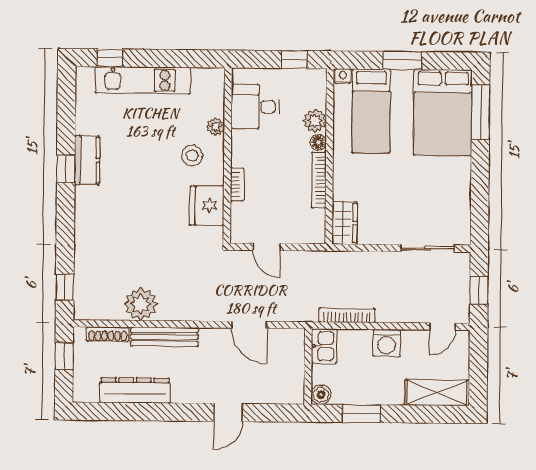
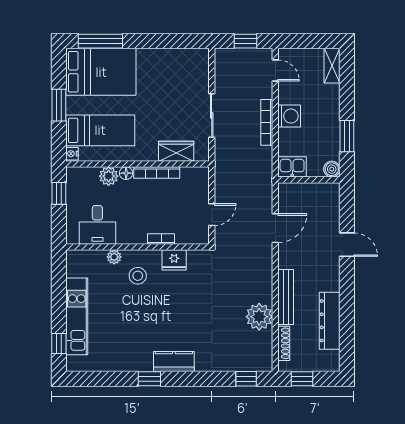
kitchen counter: (87, 160) -> (174, 362), moved
fridge: (207, 206) -> (174, 260), width x0.73, depth x0.75
wardrobe: (344, 223) -> (176, 151), moved
sliding door: (428, 248) -> (212, 116), moved
bookcase: (347, 315) -> (267, 122), moved
shelving: (437, 393) -> (332, 66), width x0.67, depth x0.75

